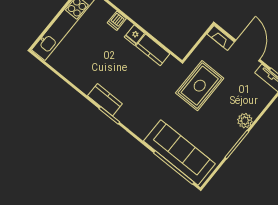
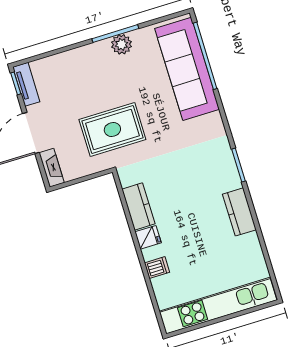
kitchen counter: (105, 100) -> (239, 212), moved
plant: (245, 121) -> (122, 44), moved

